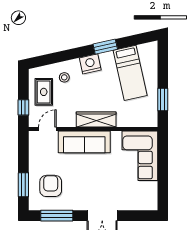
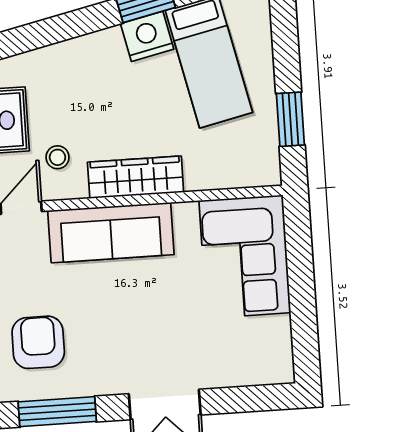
nightstand: (90, 64) -> (147, 36), moved
stool: (64, 77) -> (57, 157), moved

